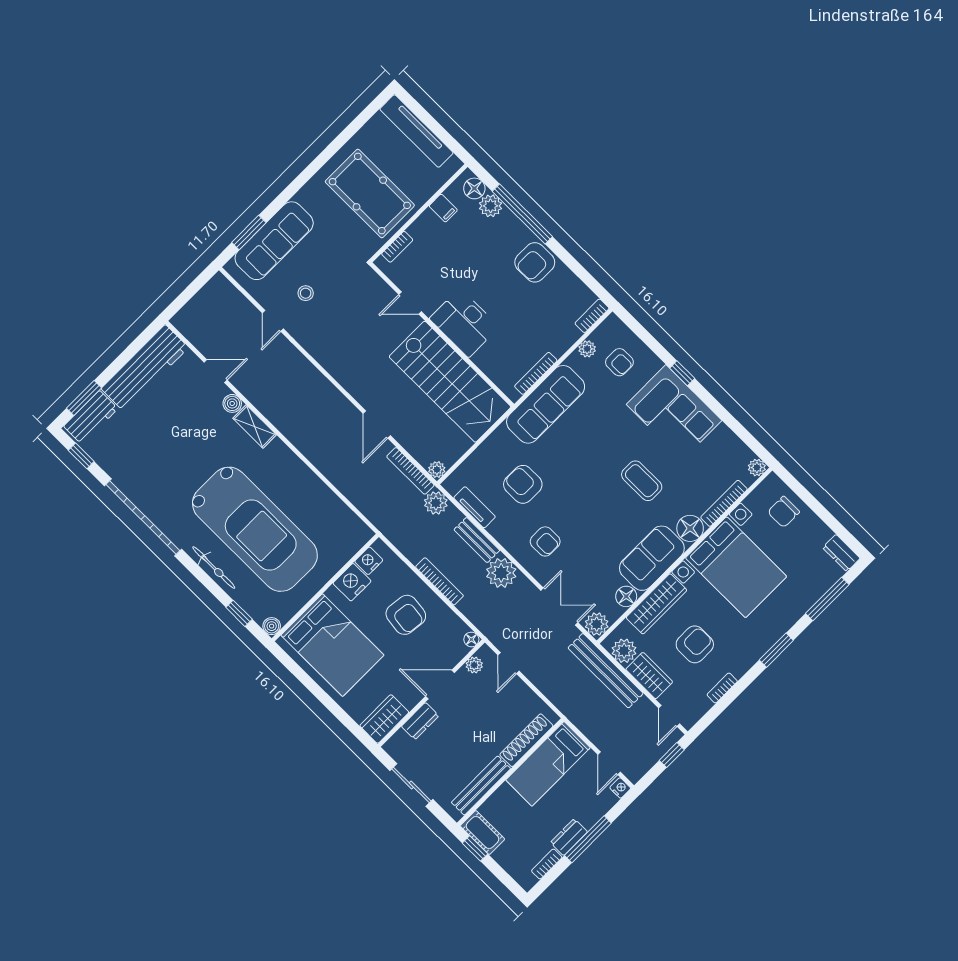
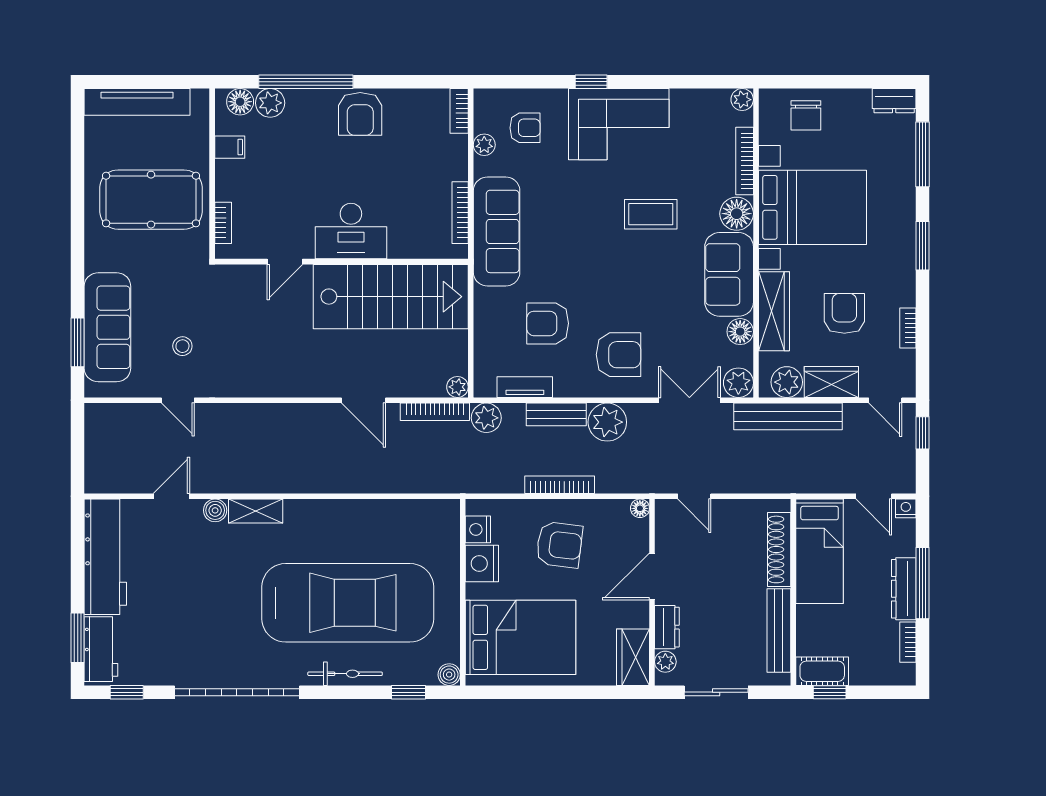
armchair: (545, 541) -> (619, 355), width x1.38, depth x1.38
plant: (474, 665) -> (665, 662), moved
dresser: (569, 837) -> (904, 589), width x1.44

